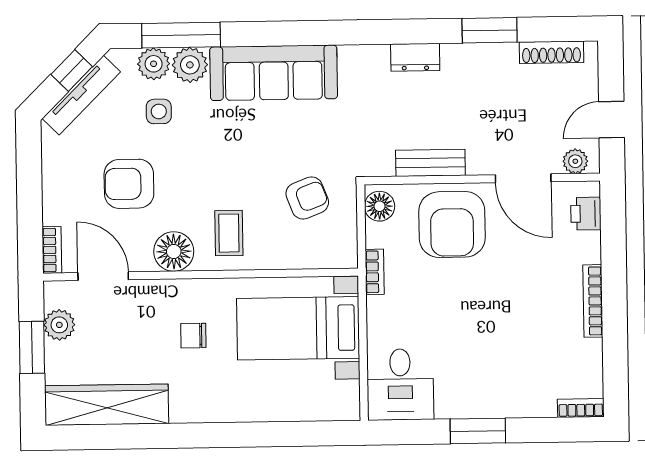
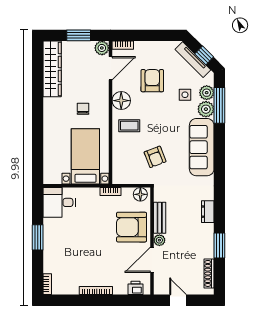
plant: (575, 161) -> (159, 240), moved
armchair: (307, 198) -> (155, 157), moved
plant: (59, 325) -> (102, 48), moved

